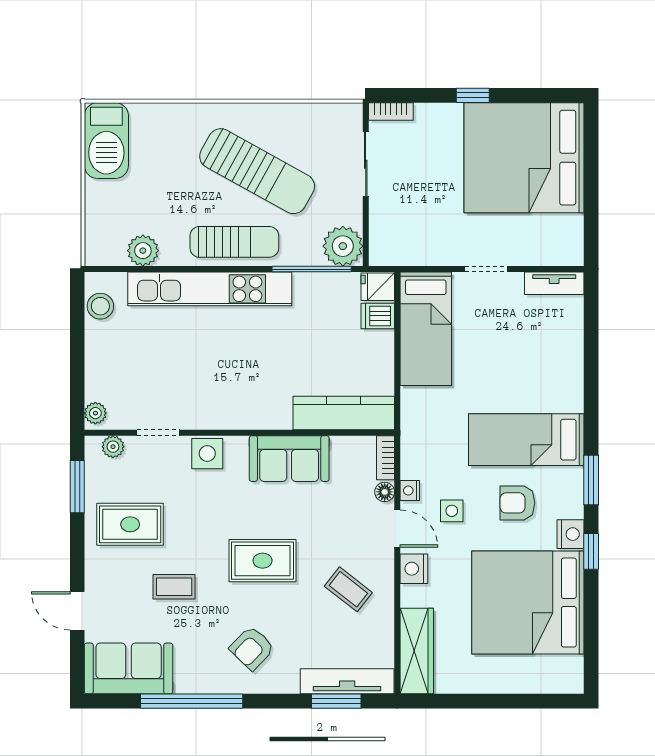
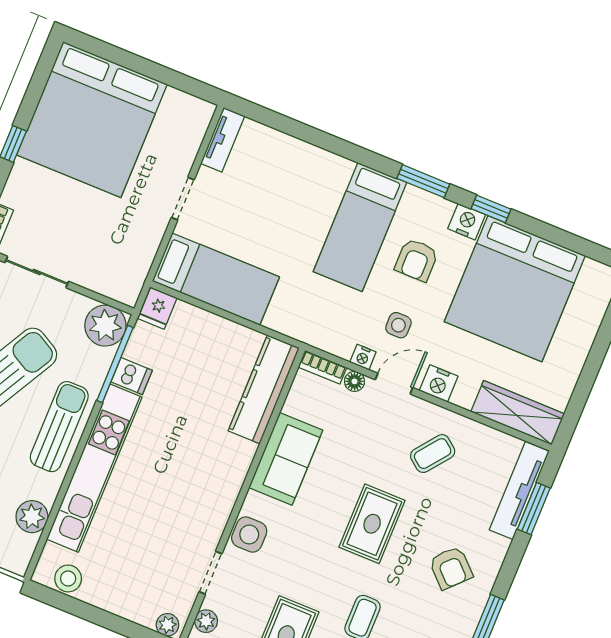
dishwasher: (378, 316) -> (132, 376), moved, turned -90

